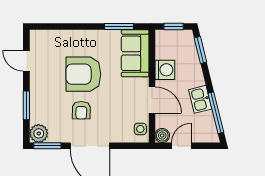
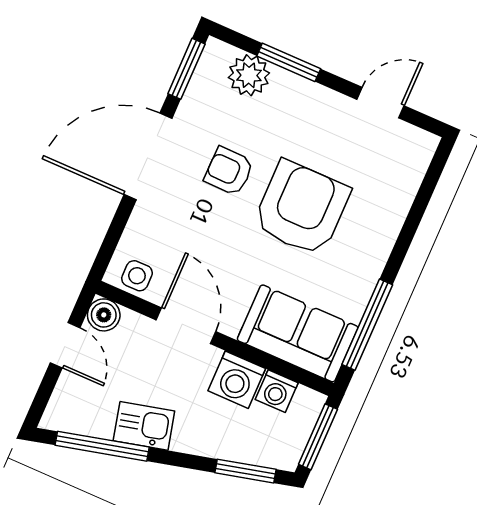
window: (119, 27) -> (367, 325), width x1.44
window: (174, 27) -> (318, 437), width x1.50
washing machine: (162, 52) -> (277, 391), added
door: (152, 100) -> (186, 326), swing flipped
plant: (39, 133) -> (249, 75), moved

